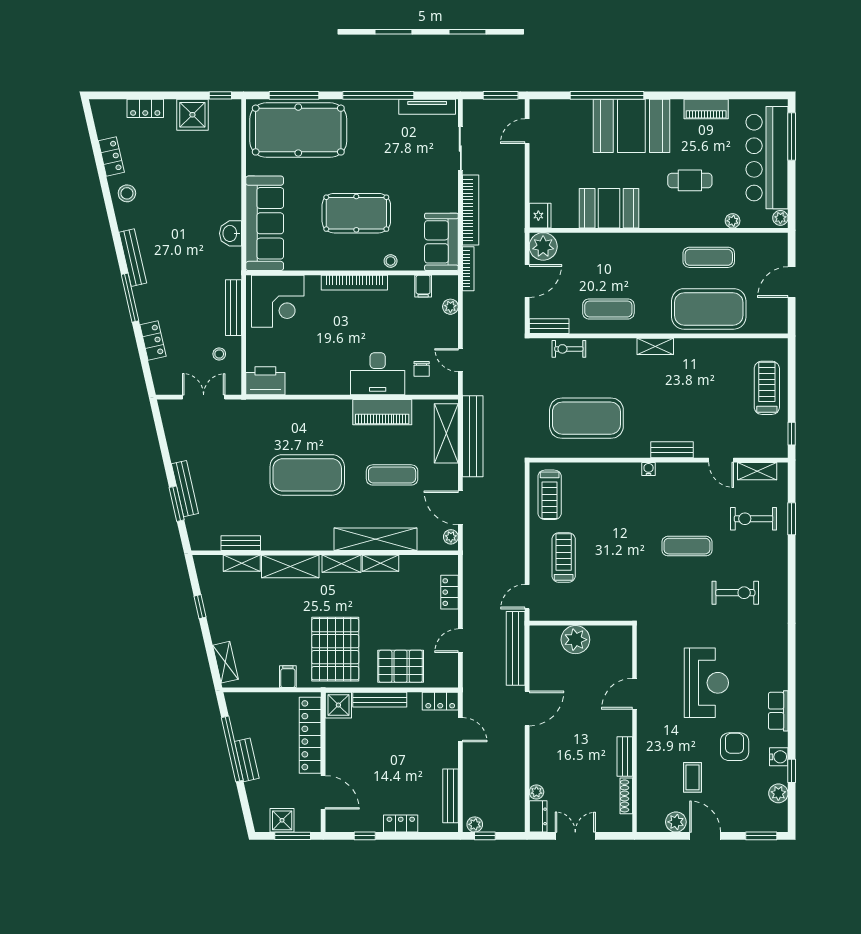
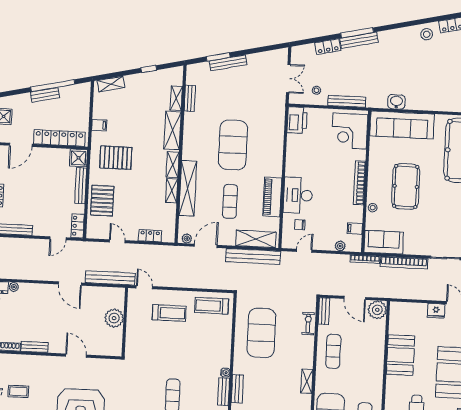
fridge: (540, 216) -> (436, 311), moved
bench: (133, 258) -> (359, 40), moved
bench: (677, 470) -> (224, 392), added
pallet: (335, 649) -> (116, 158), width x0.73, depth x0.71

